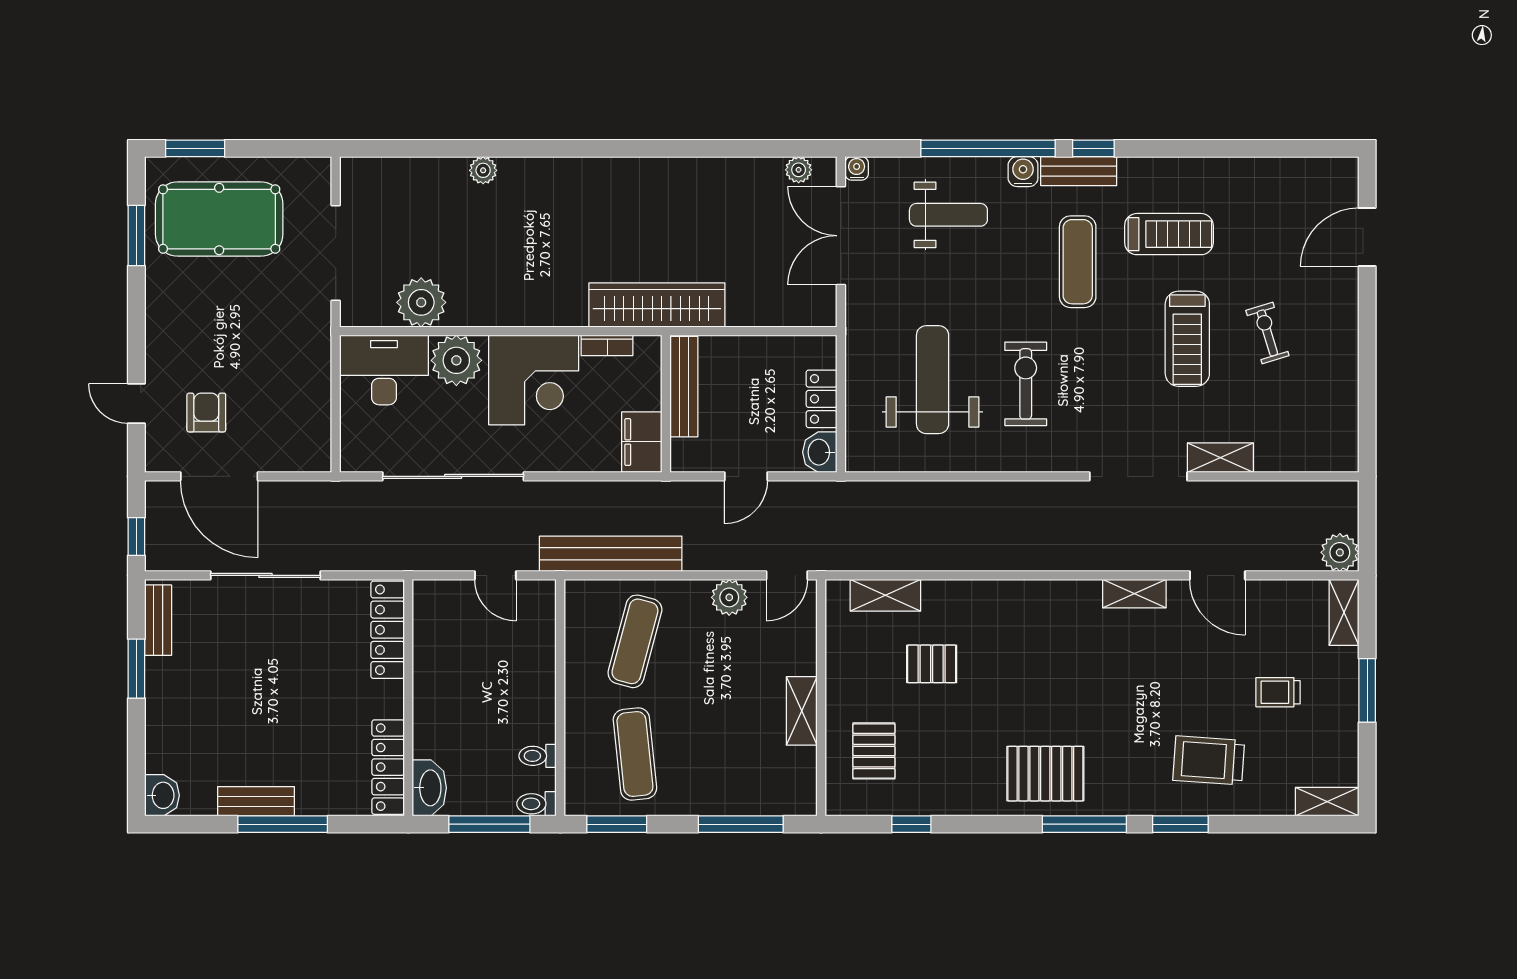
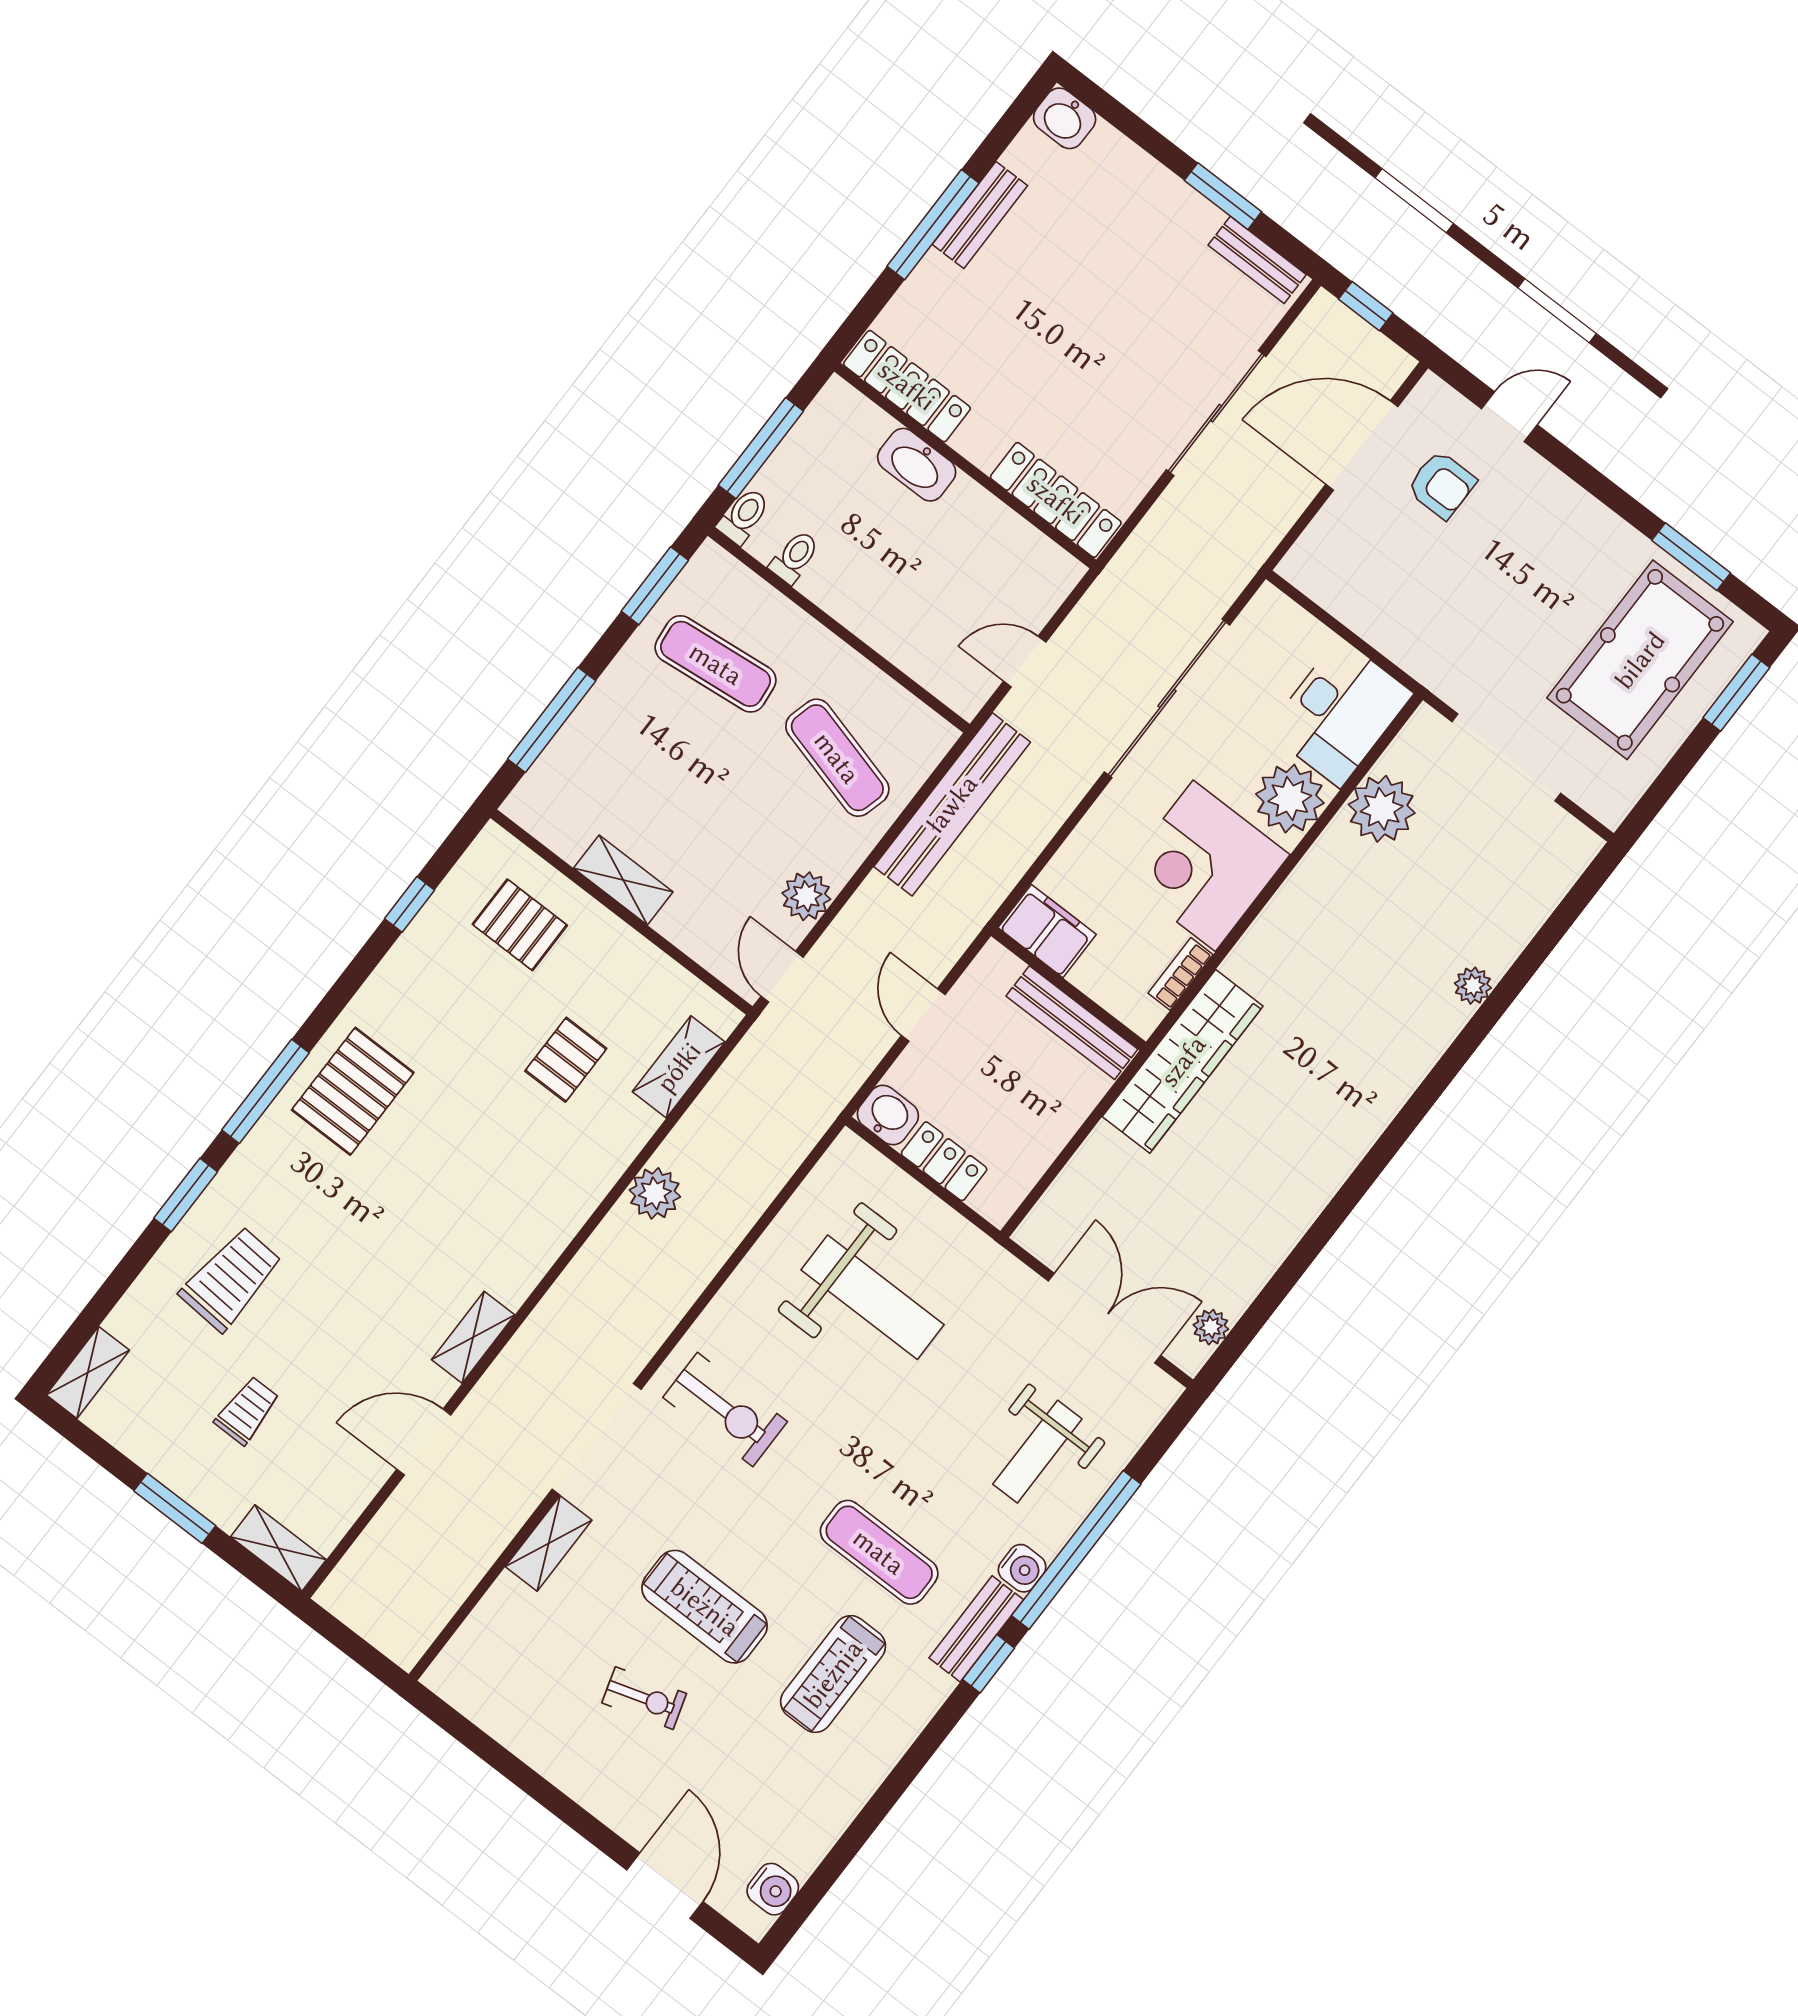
water cooler: (857, 168) -> (773, 1889), moved, width x1.38, depth x1.38
exercise bike: (1026, 384) -> (725, 1409), moved
plant: (1340, 552) -> (655, 1193), moved
washbasin: (429, 788) -> (917, 465), moved

